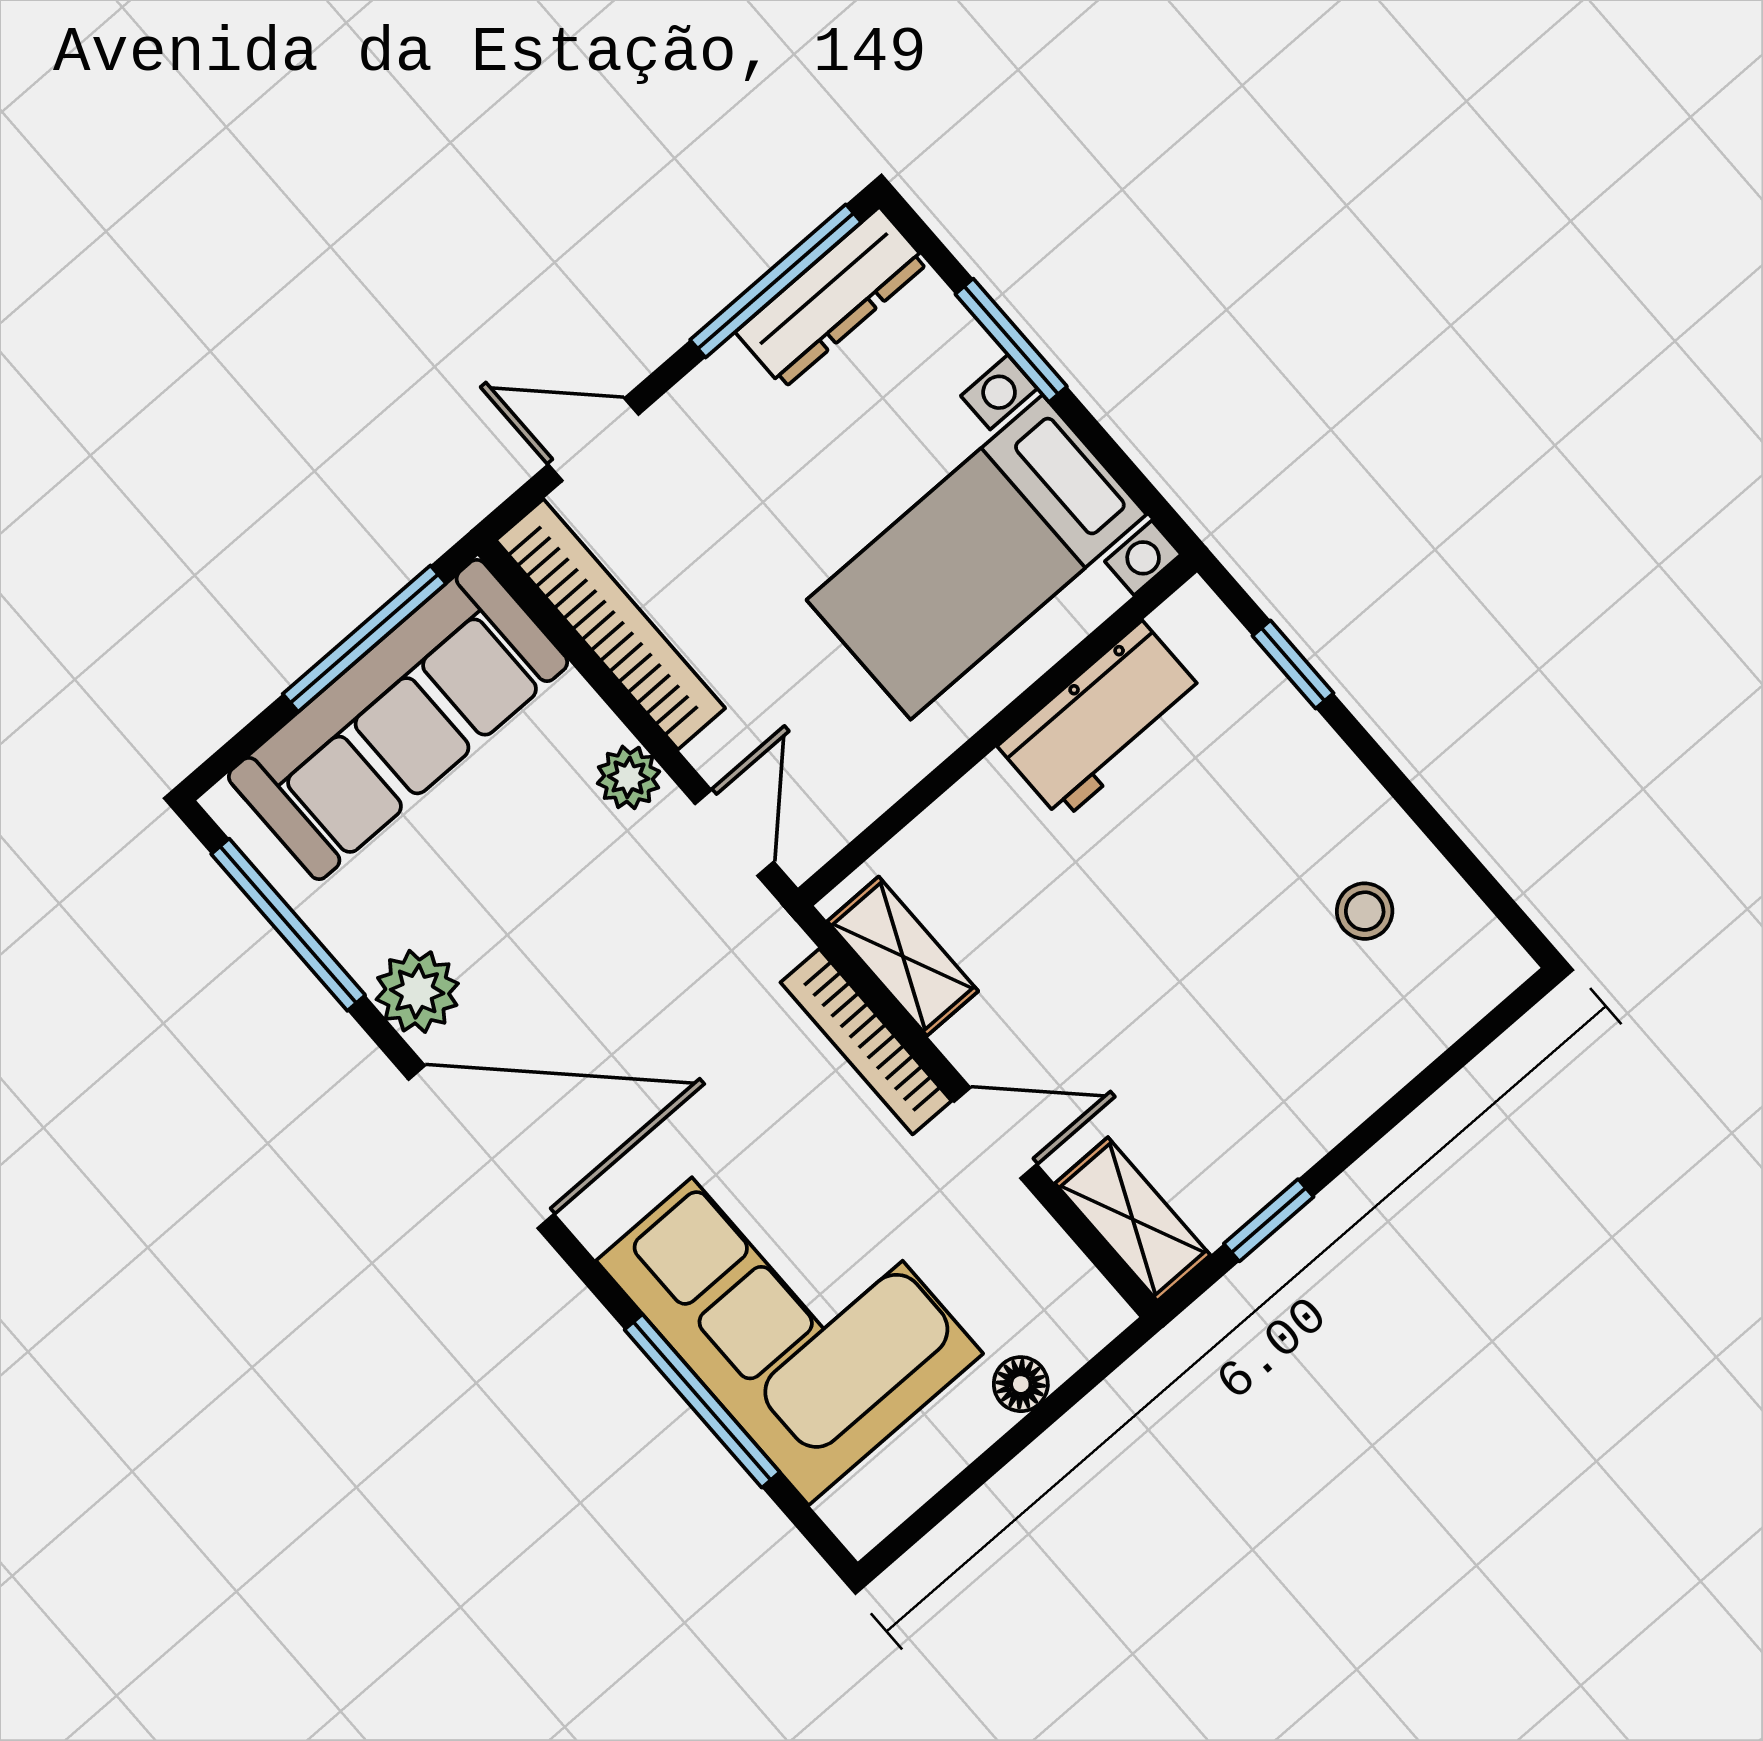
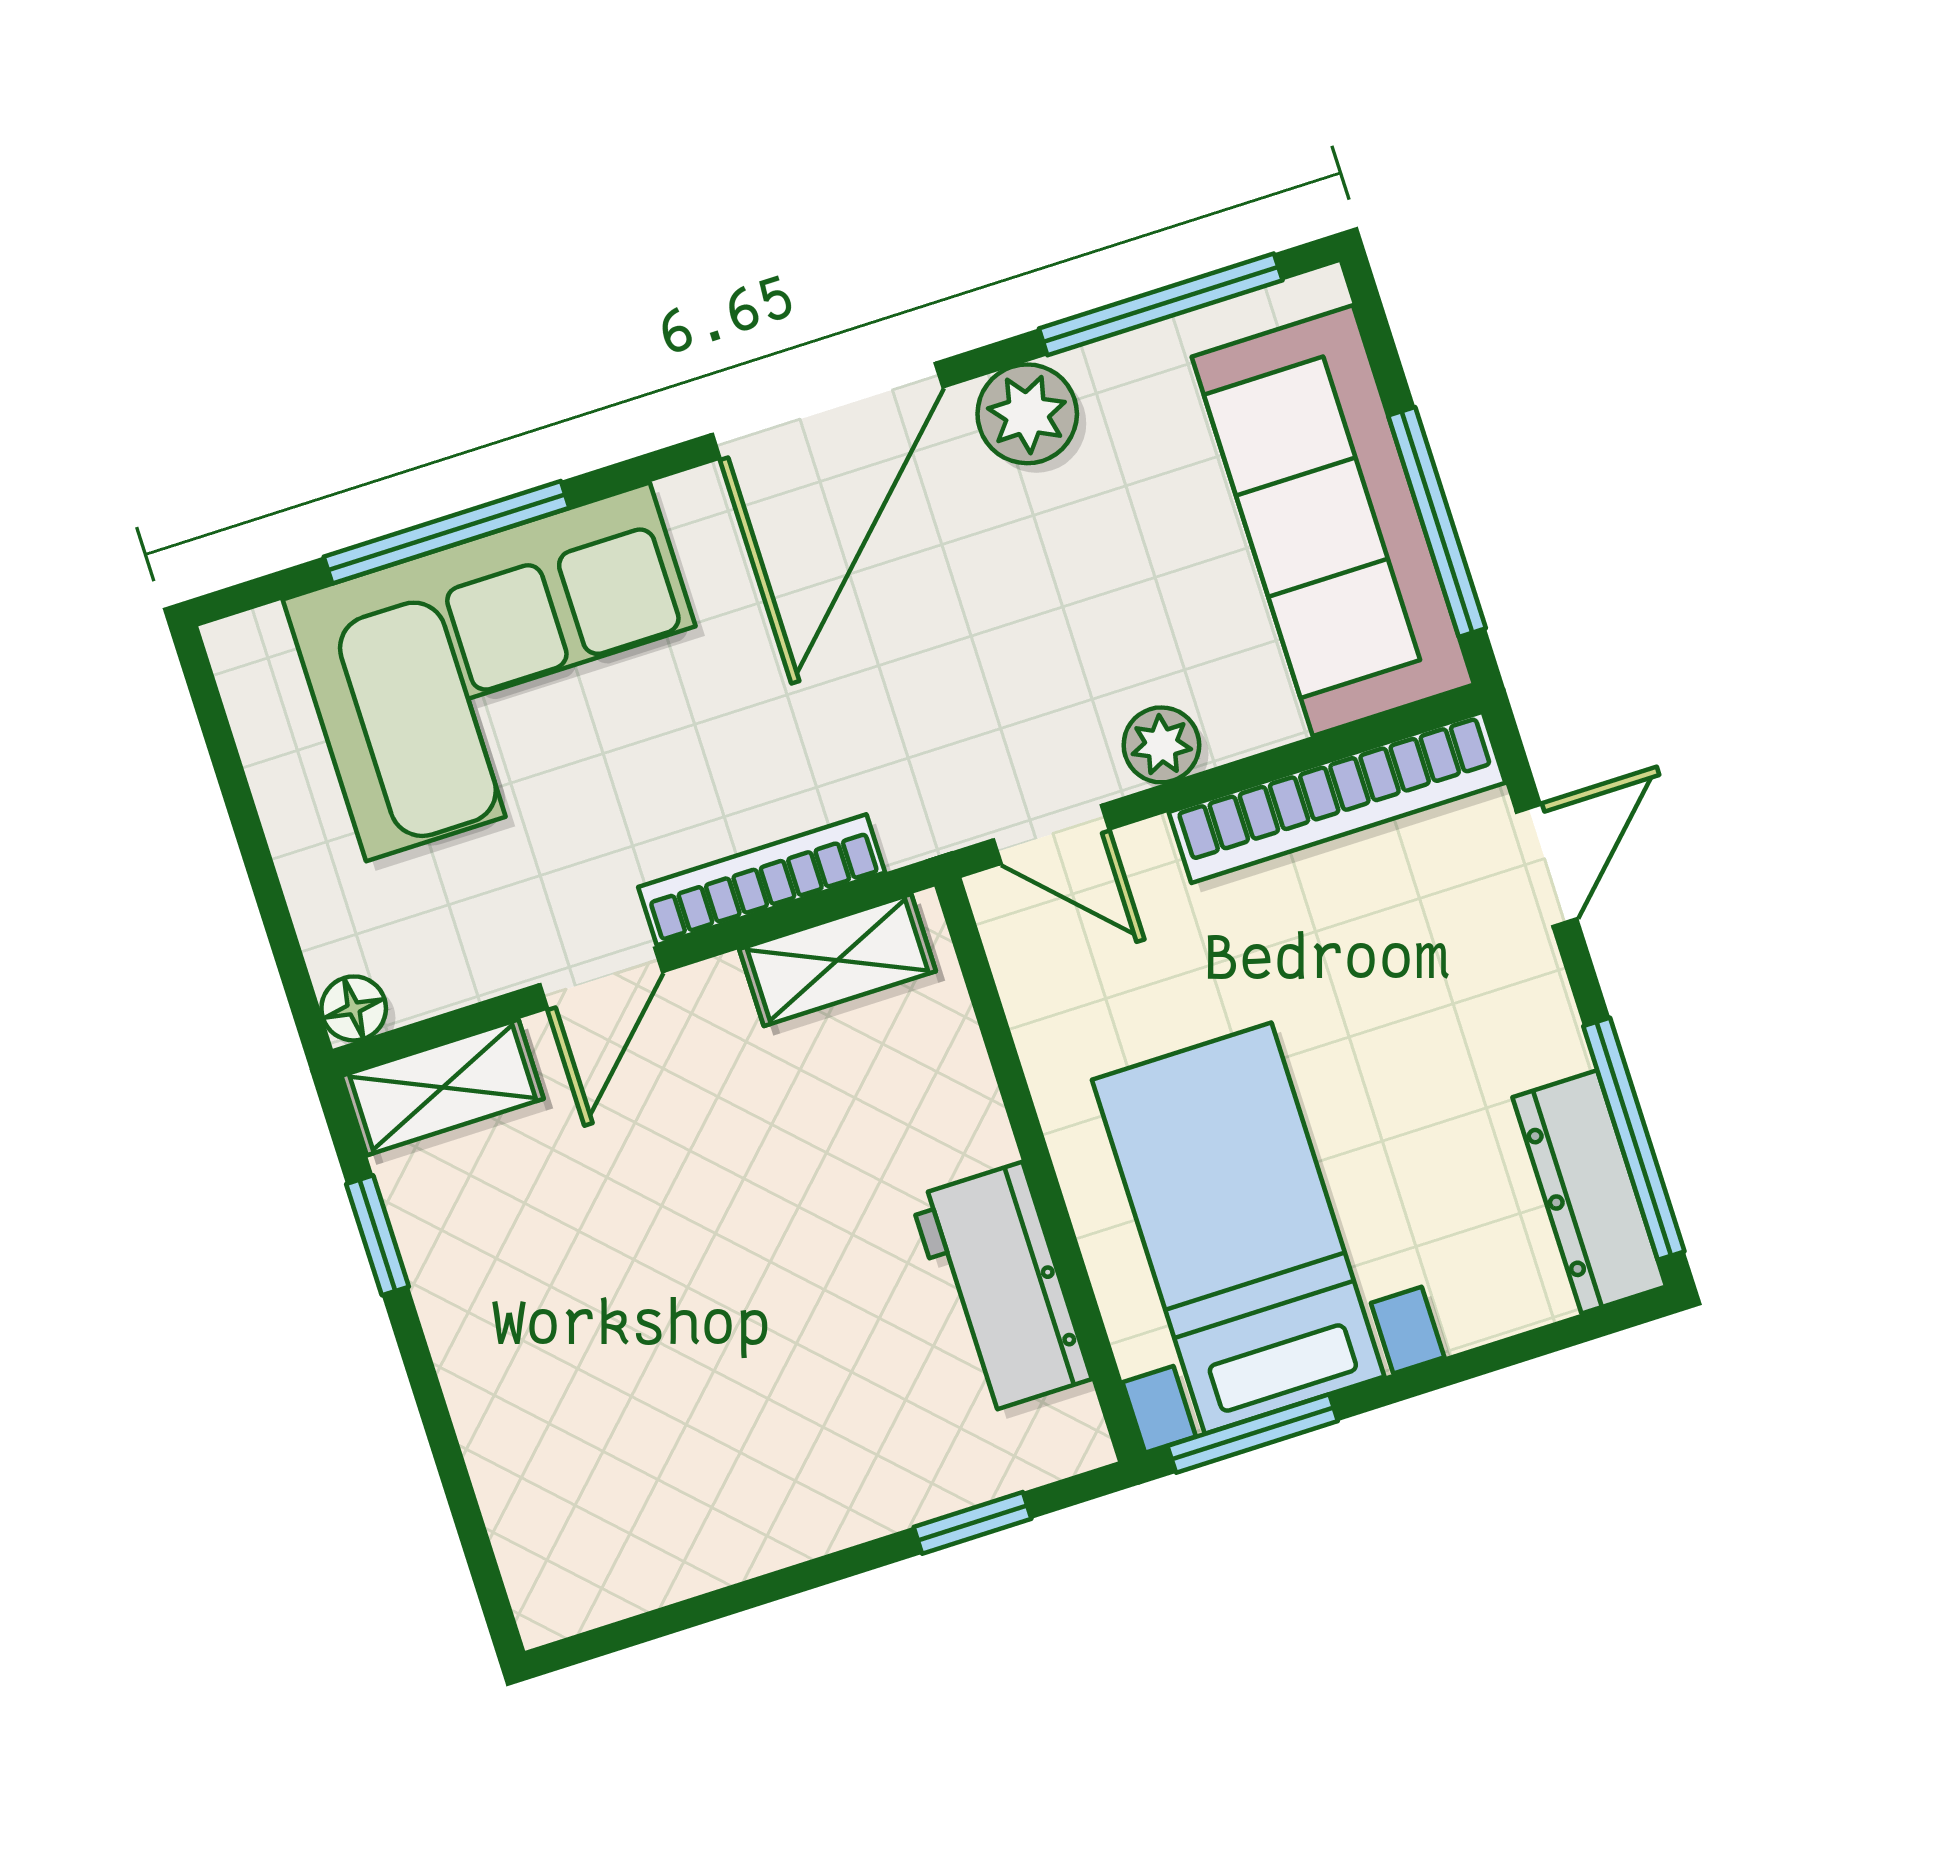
window: (1011, 340) -> (1253, 1433), moved
stool: (1365, 911) -> (670, 1485), removed
floor lamp: (1021, 1384) -> (354, 1008), moved

